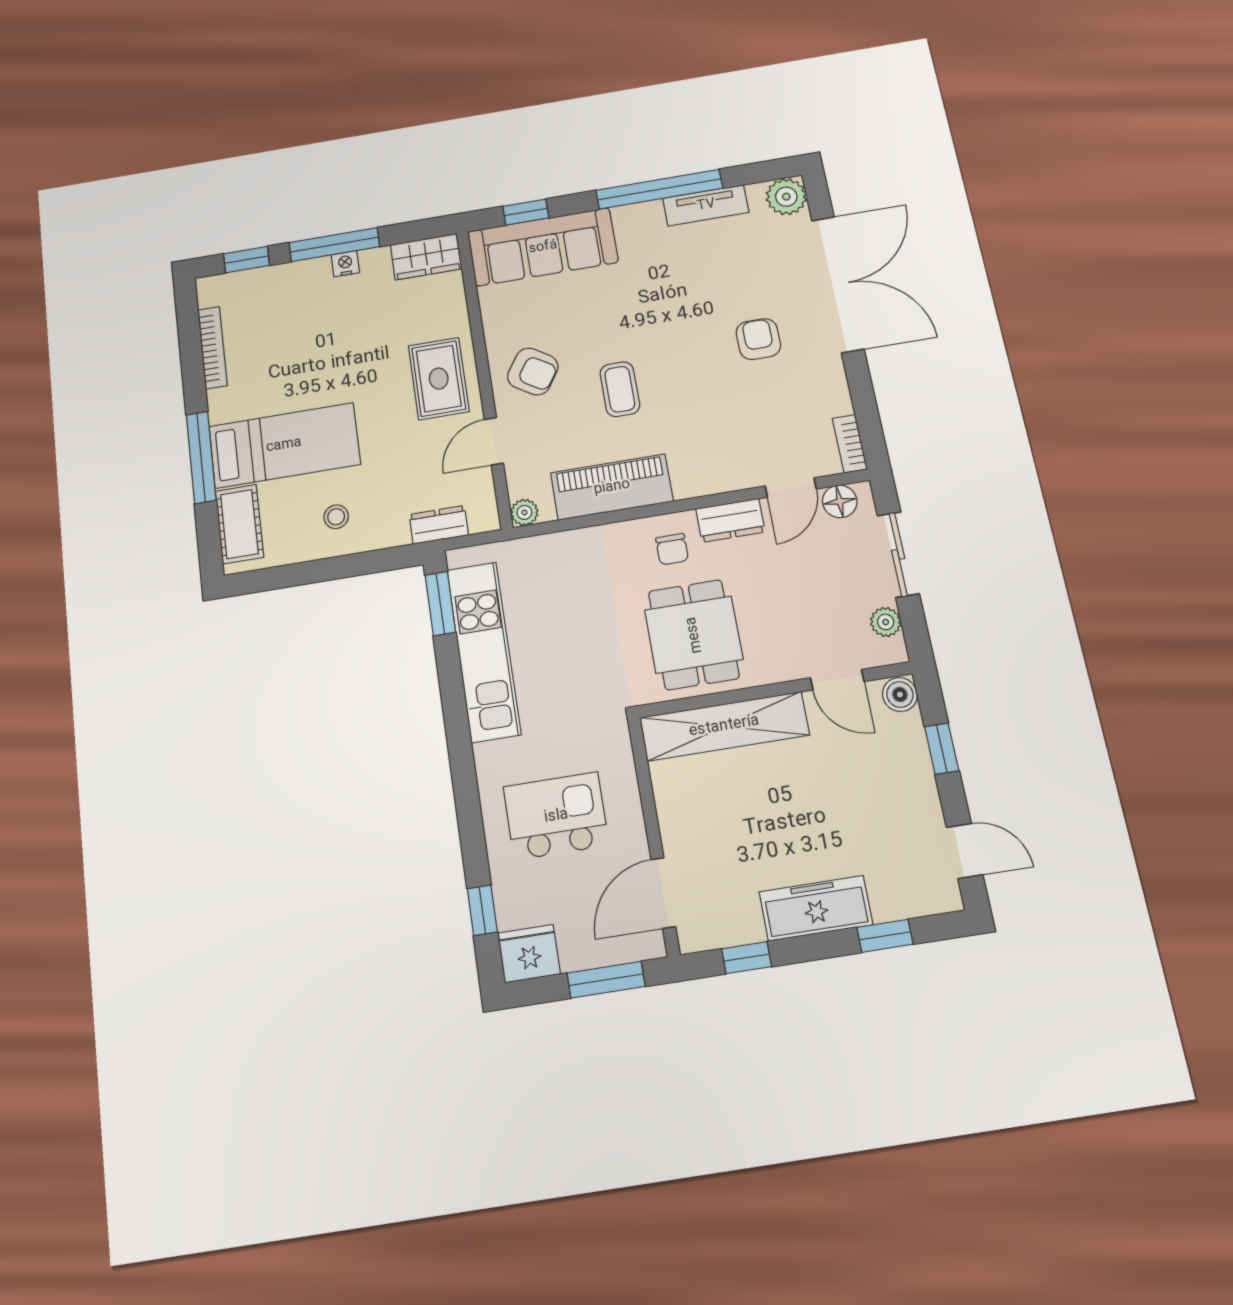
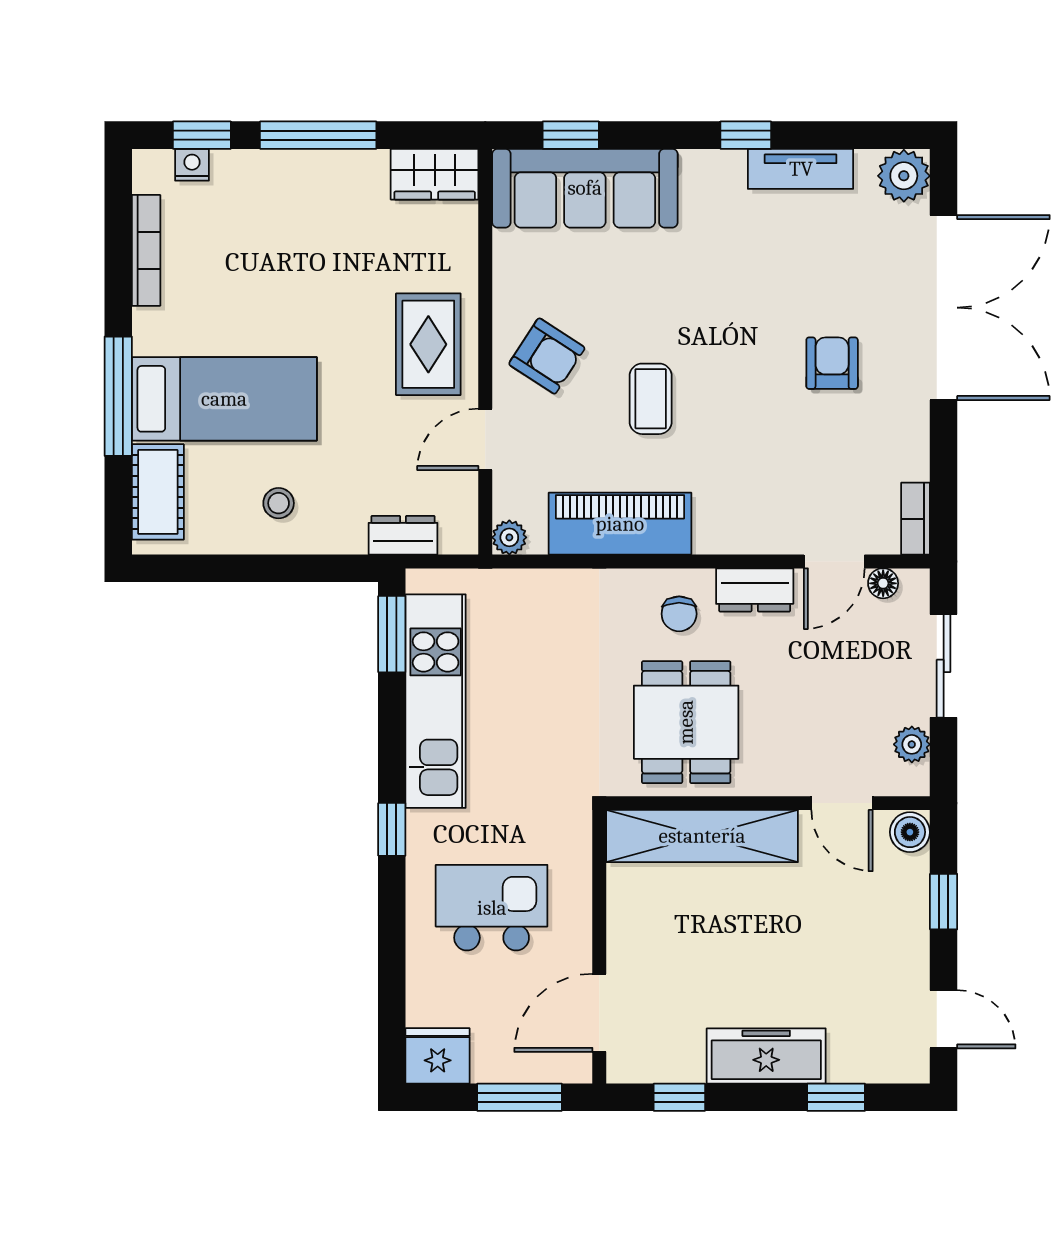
window: (659, 189) -> (746, 135), width x0.32
nightstand: (345, 264) -> (192, 165), moved
floor lamp: (840, 501) -> (883, 583), width x0.73, depth x0.73
window: (482, 910) -> (392, 829), moved

